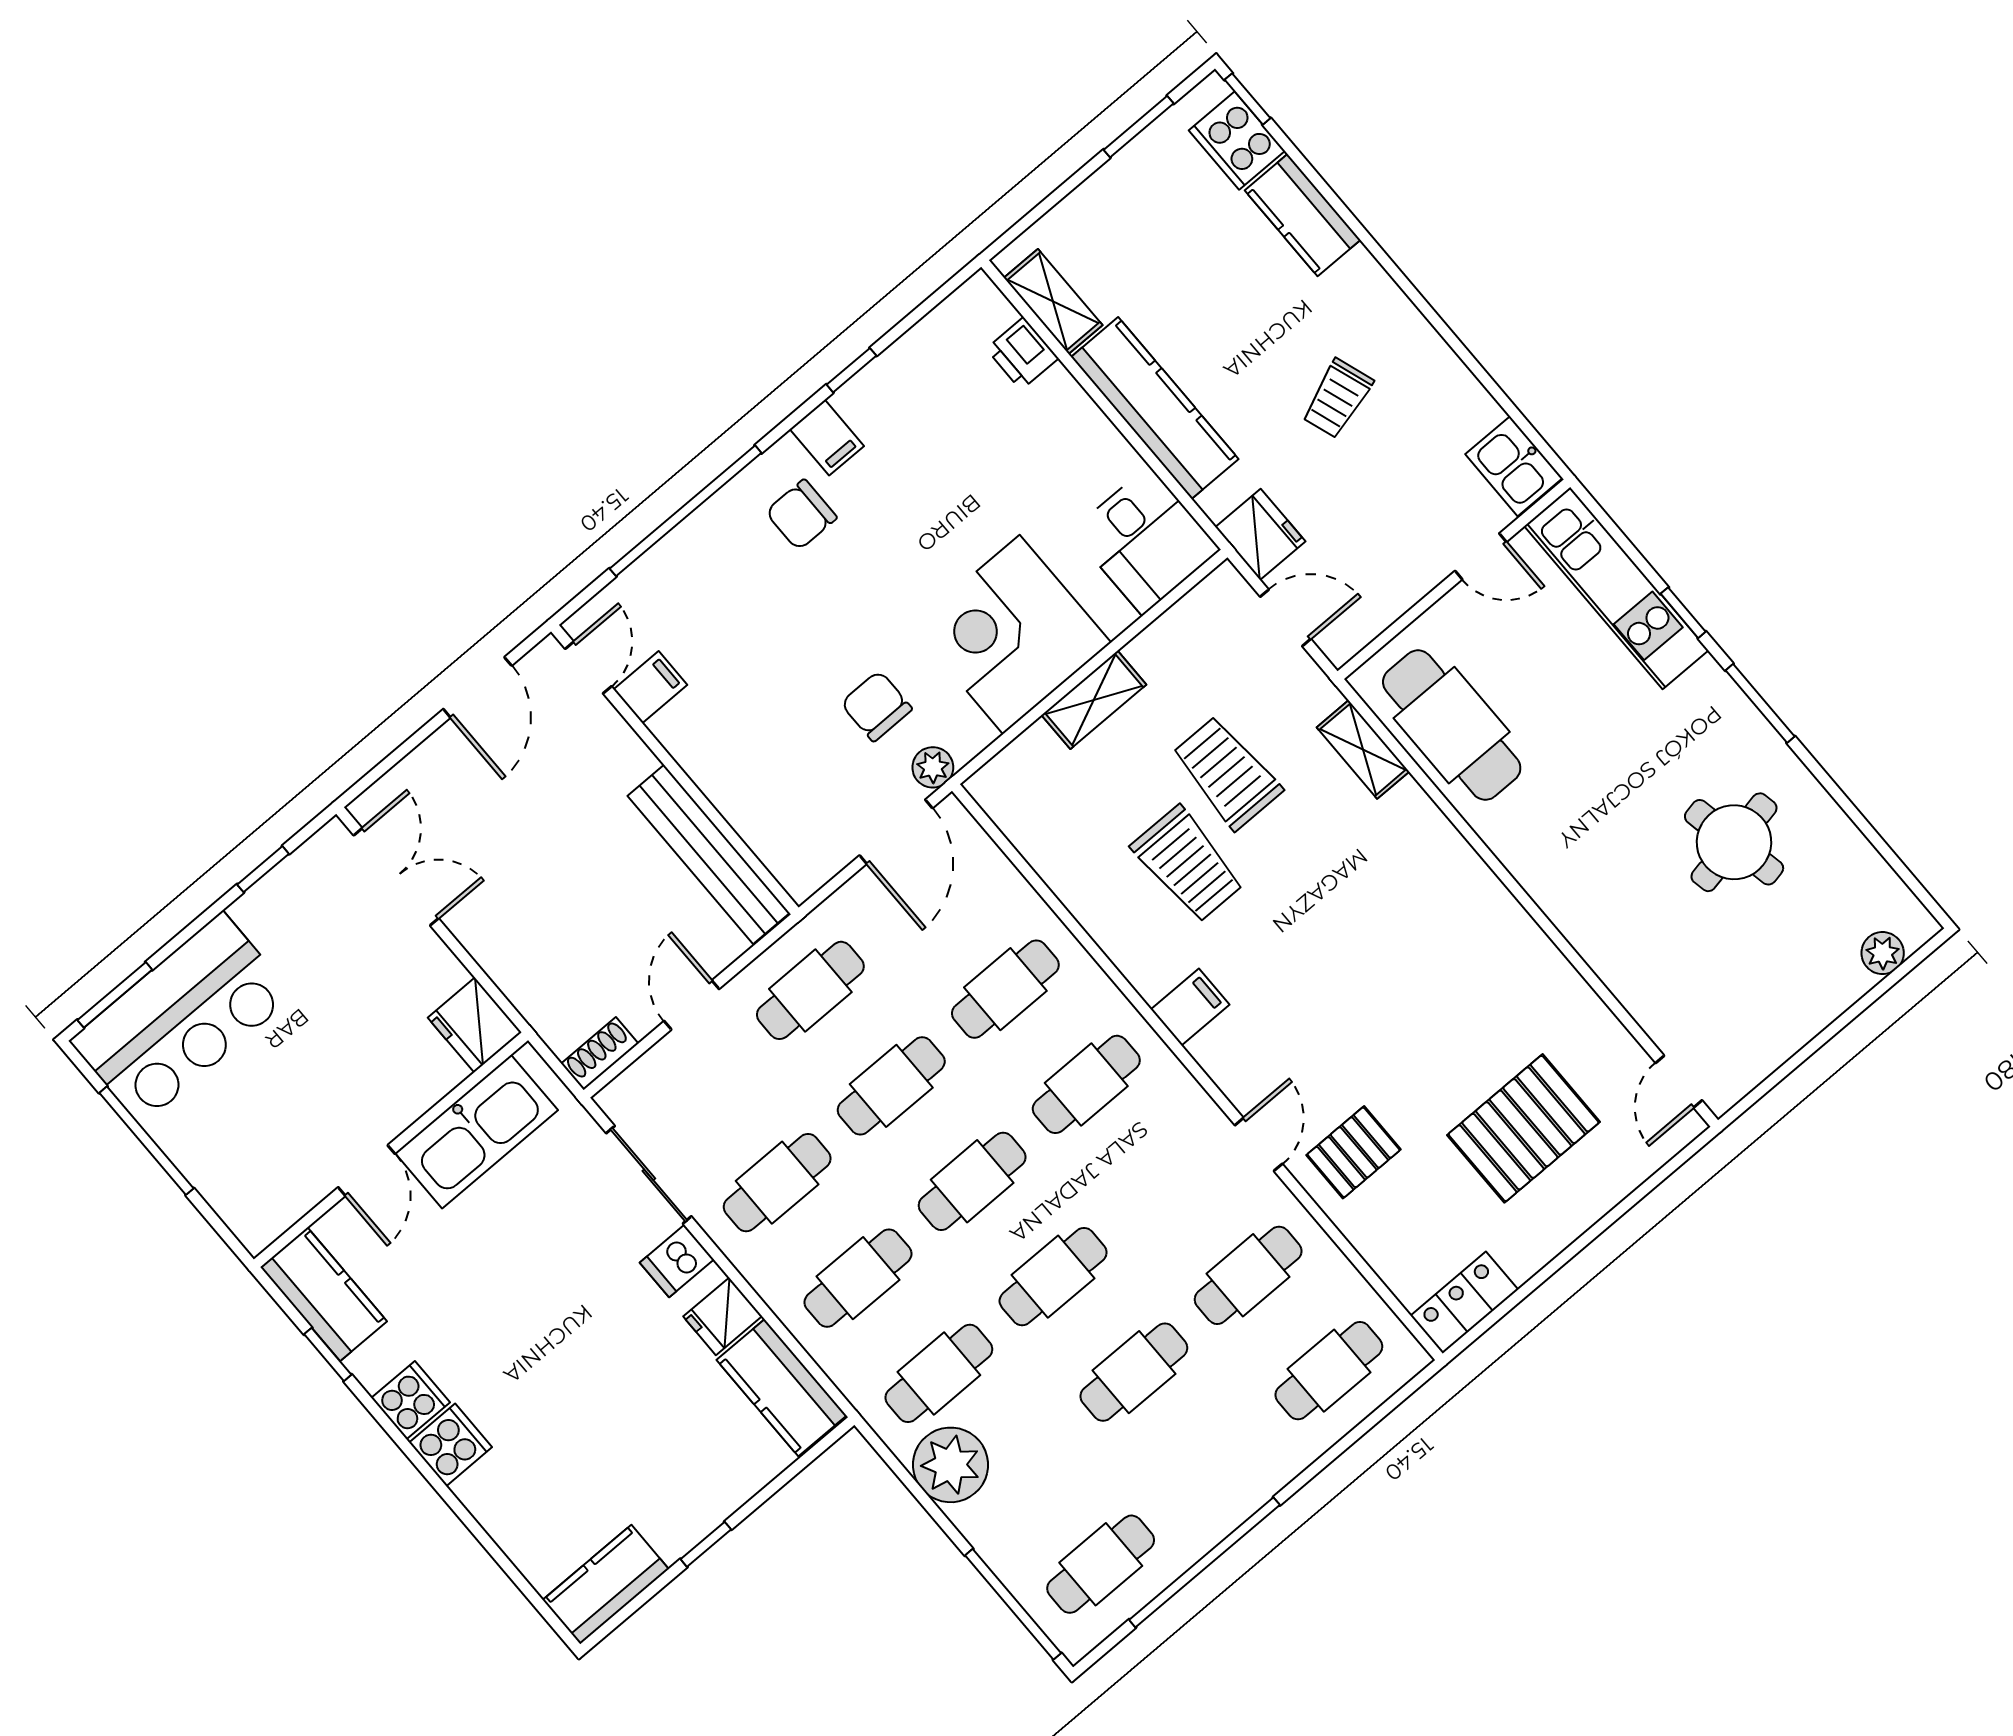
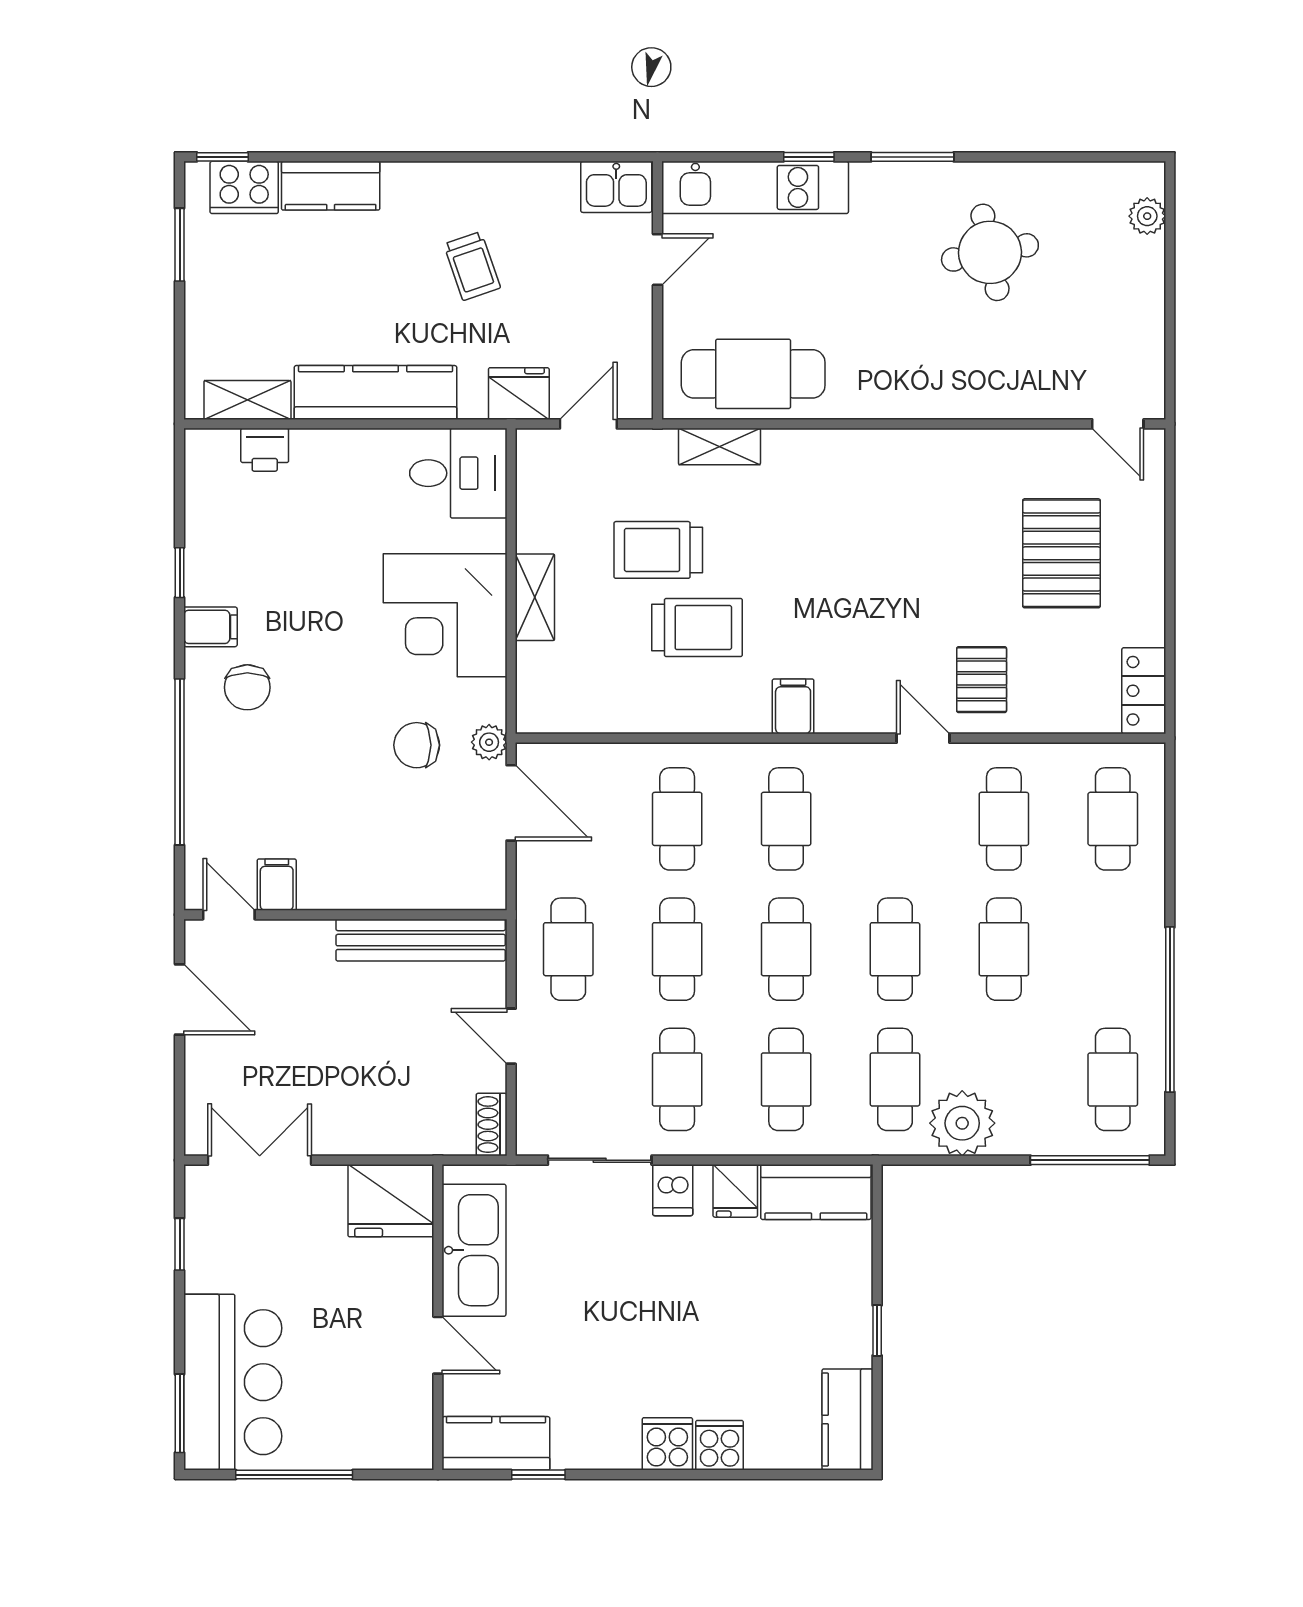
fridge: (475, 1025) -> (391, 1201), width x1.36, depth x1.34
cooker: (411, 1400) -> (719, 1445), moved

